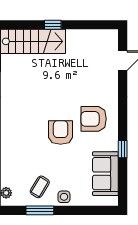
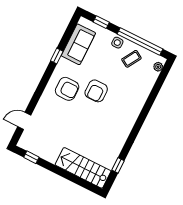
window: (53, 25) -> (31, 157), moved
window: (40, 210) -> (140, 42), width x2.11
window: (93, 210) -> (101, 22), added

